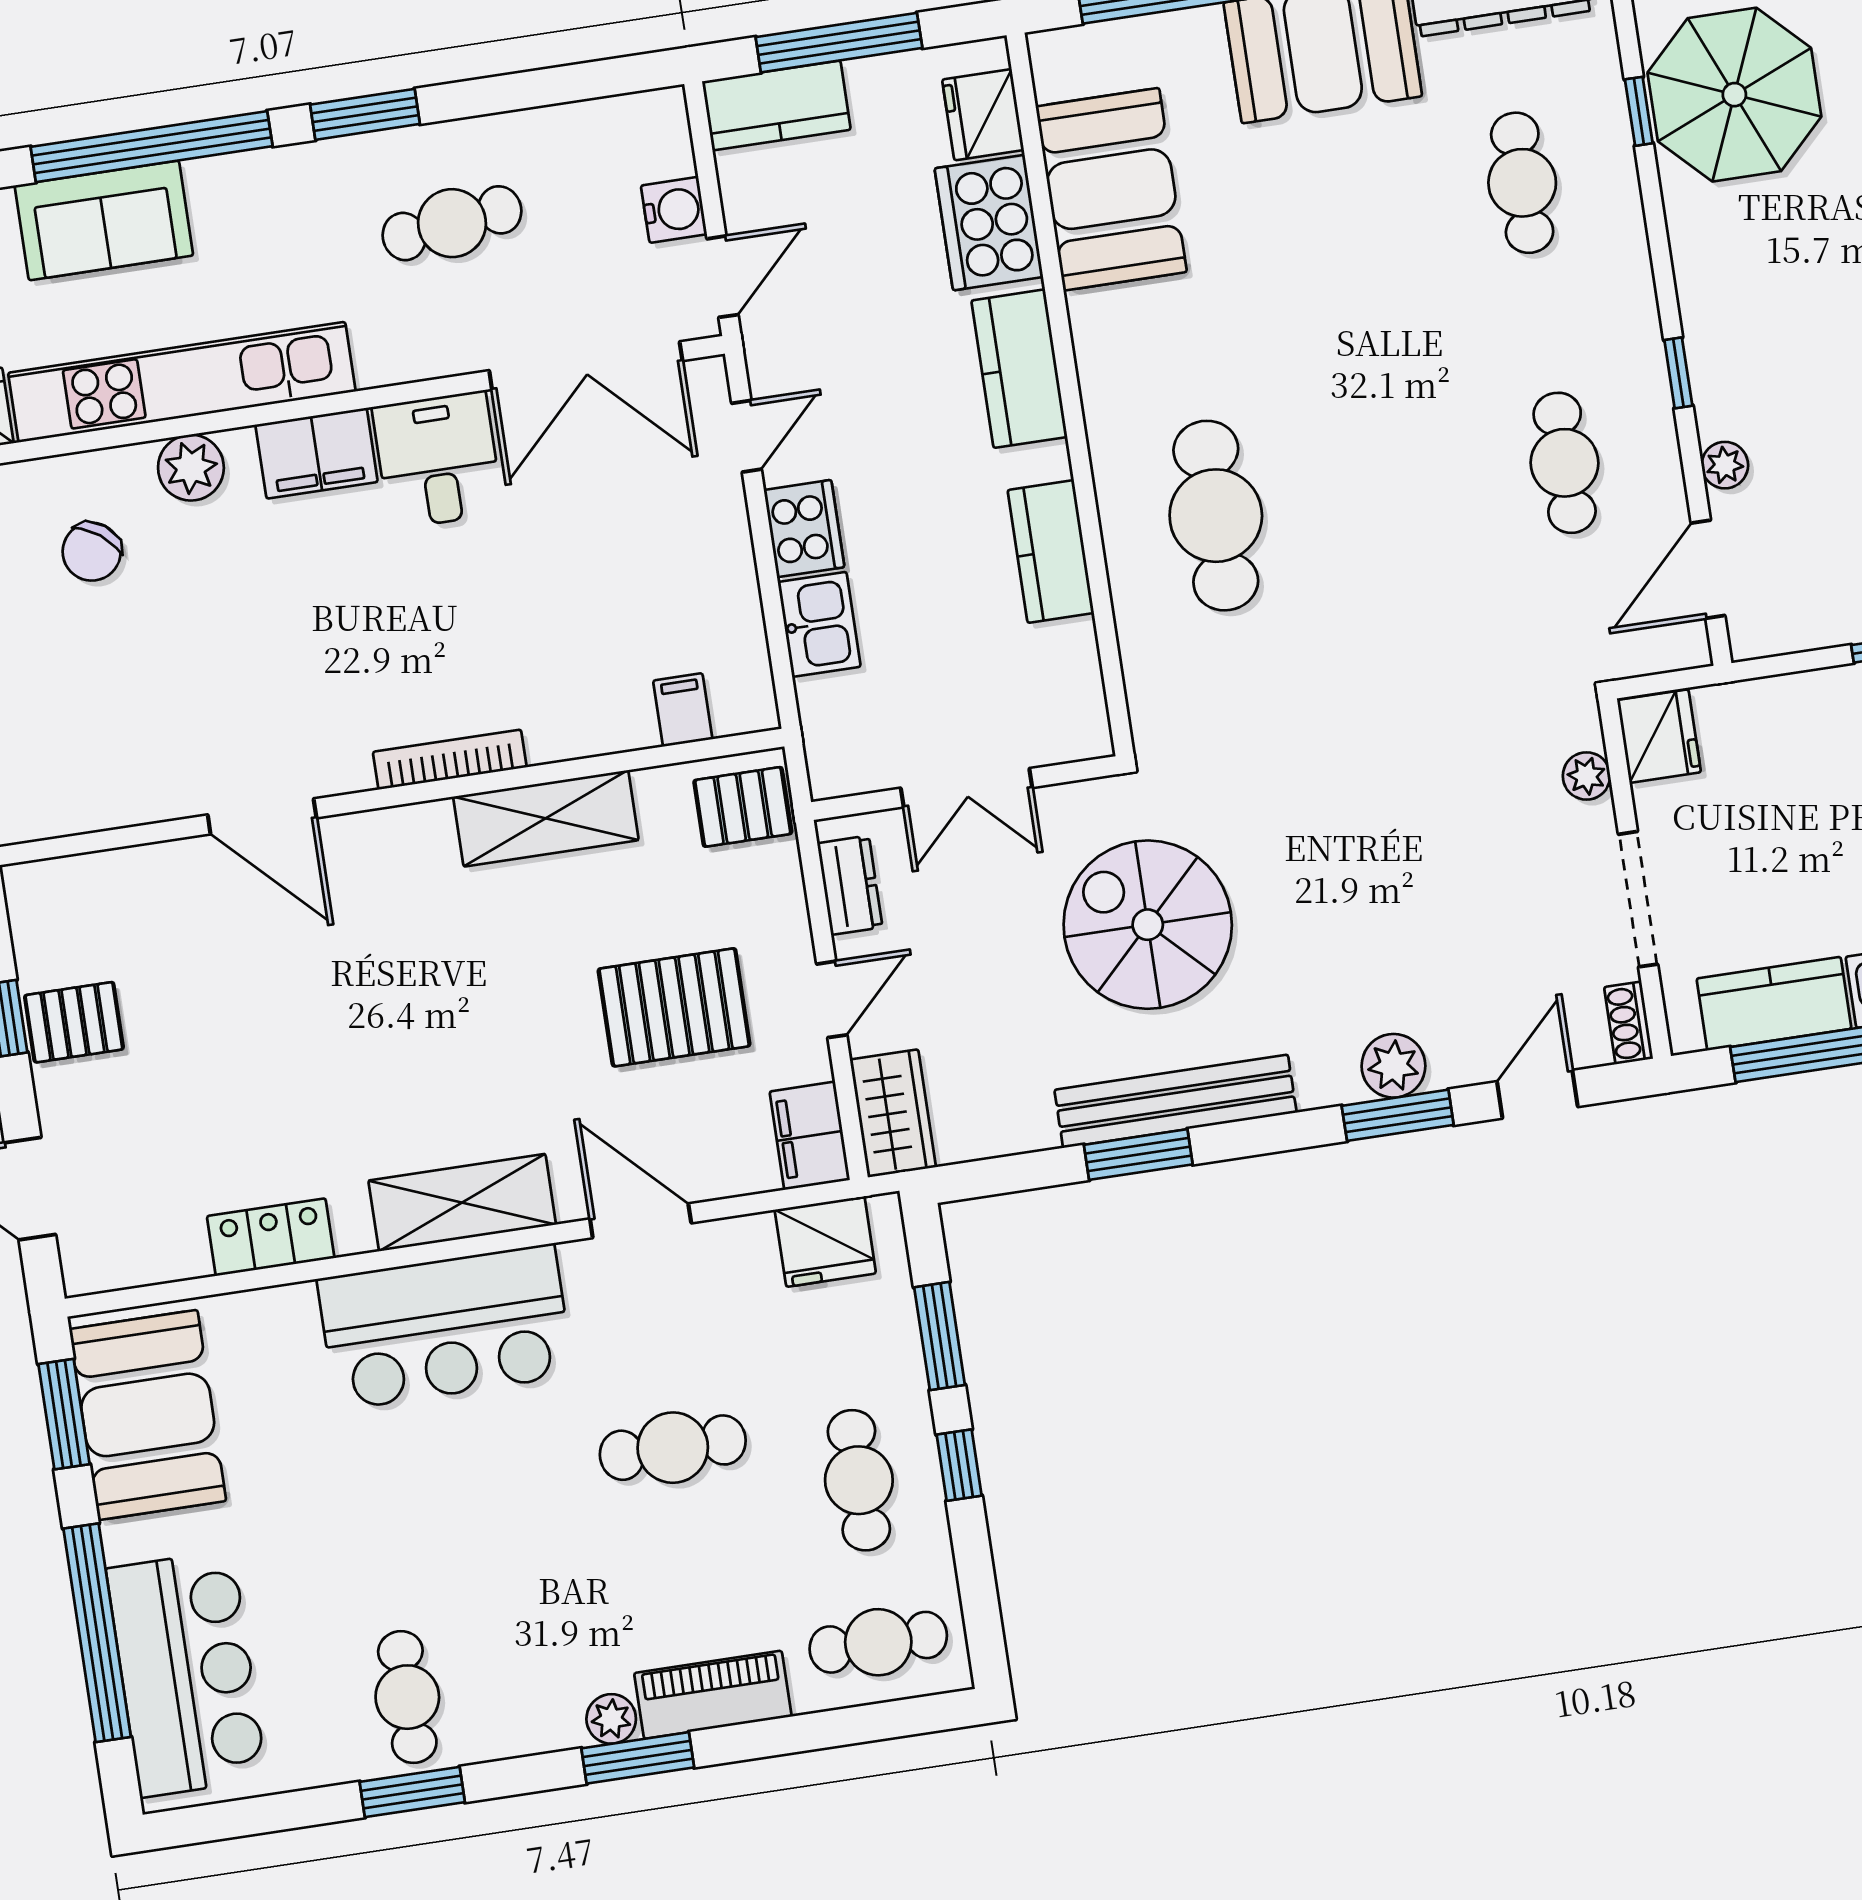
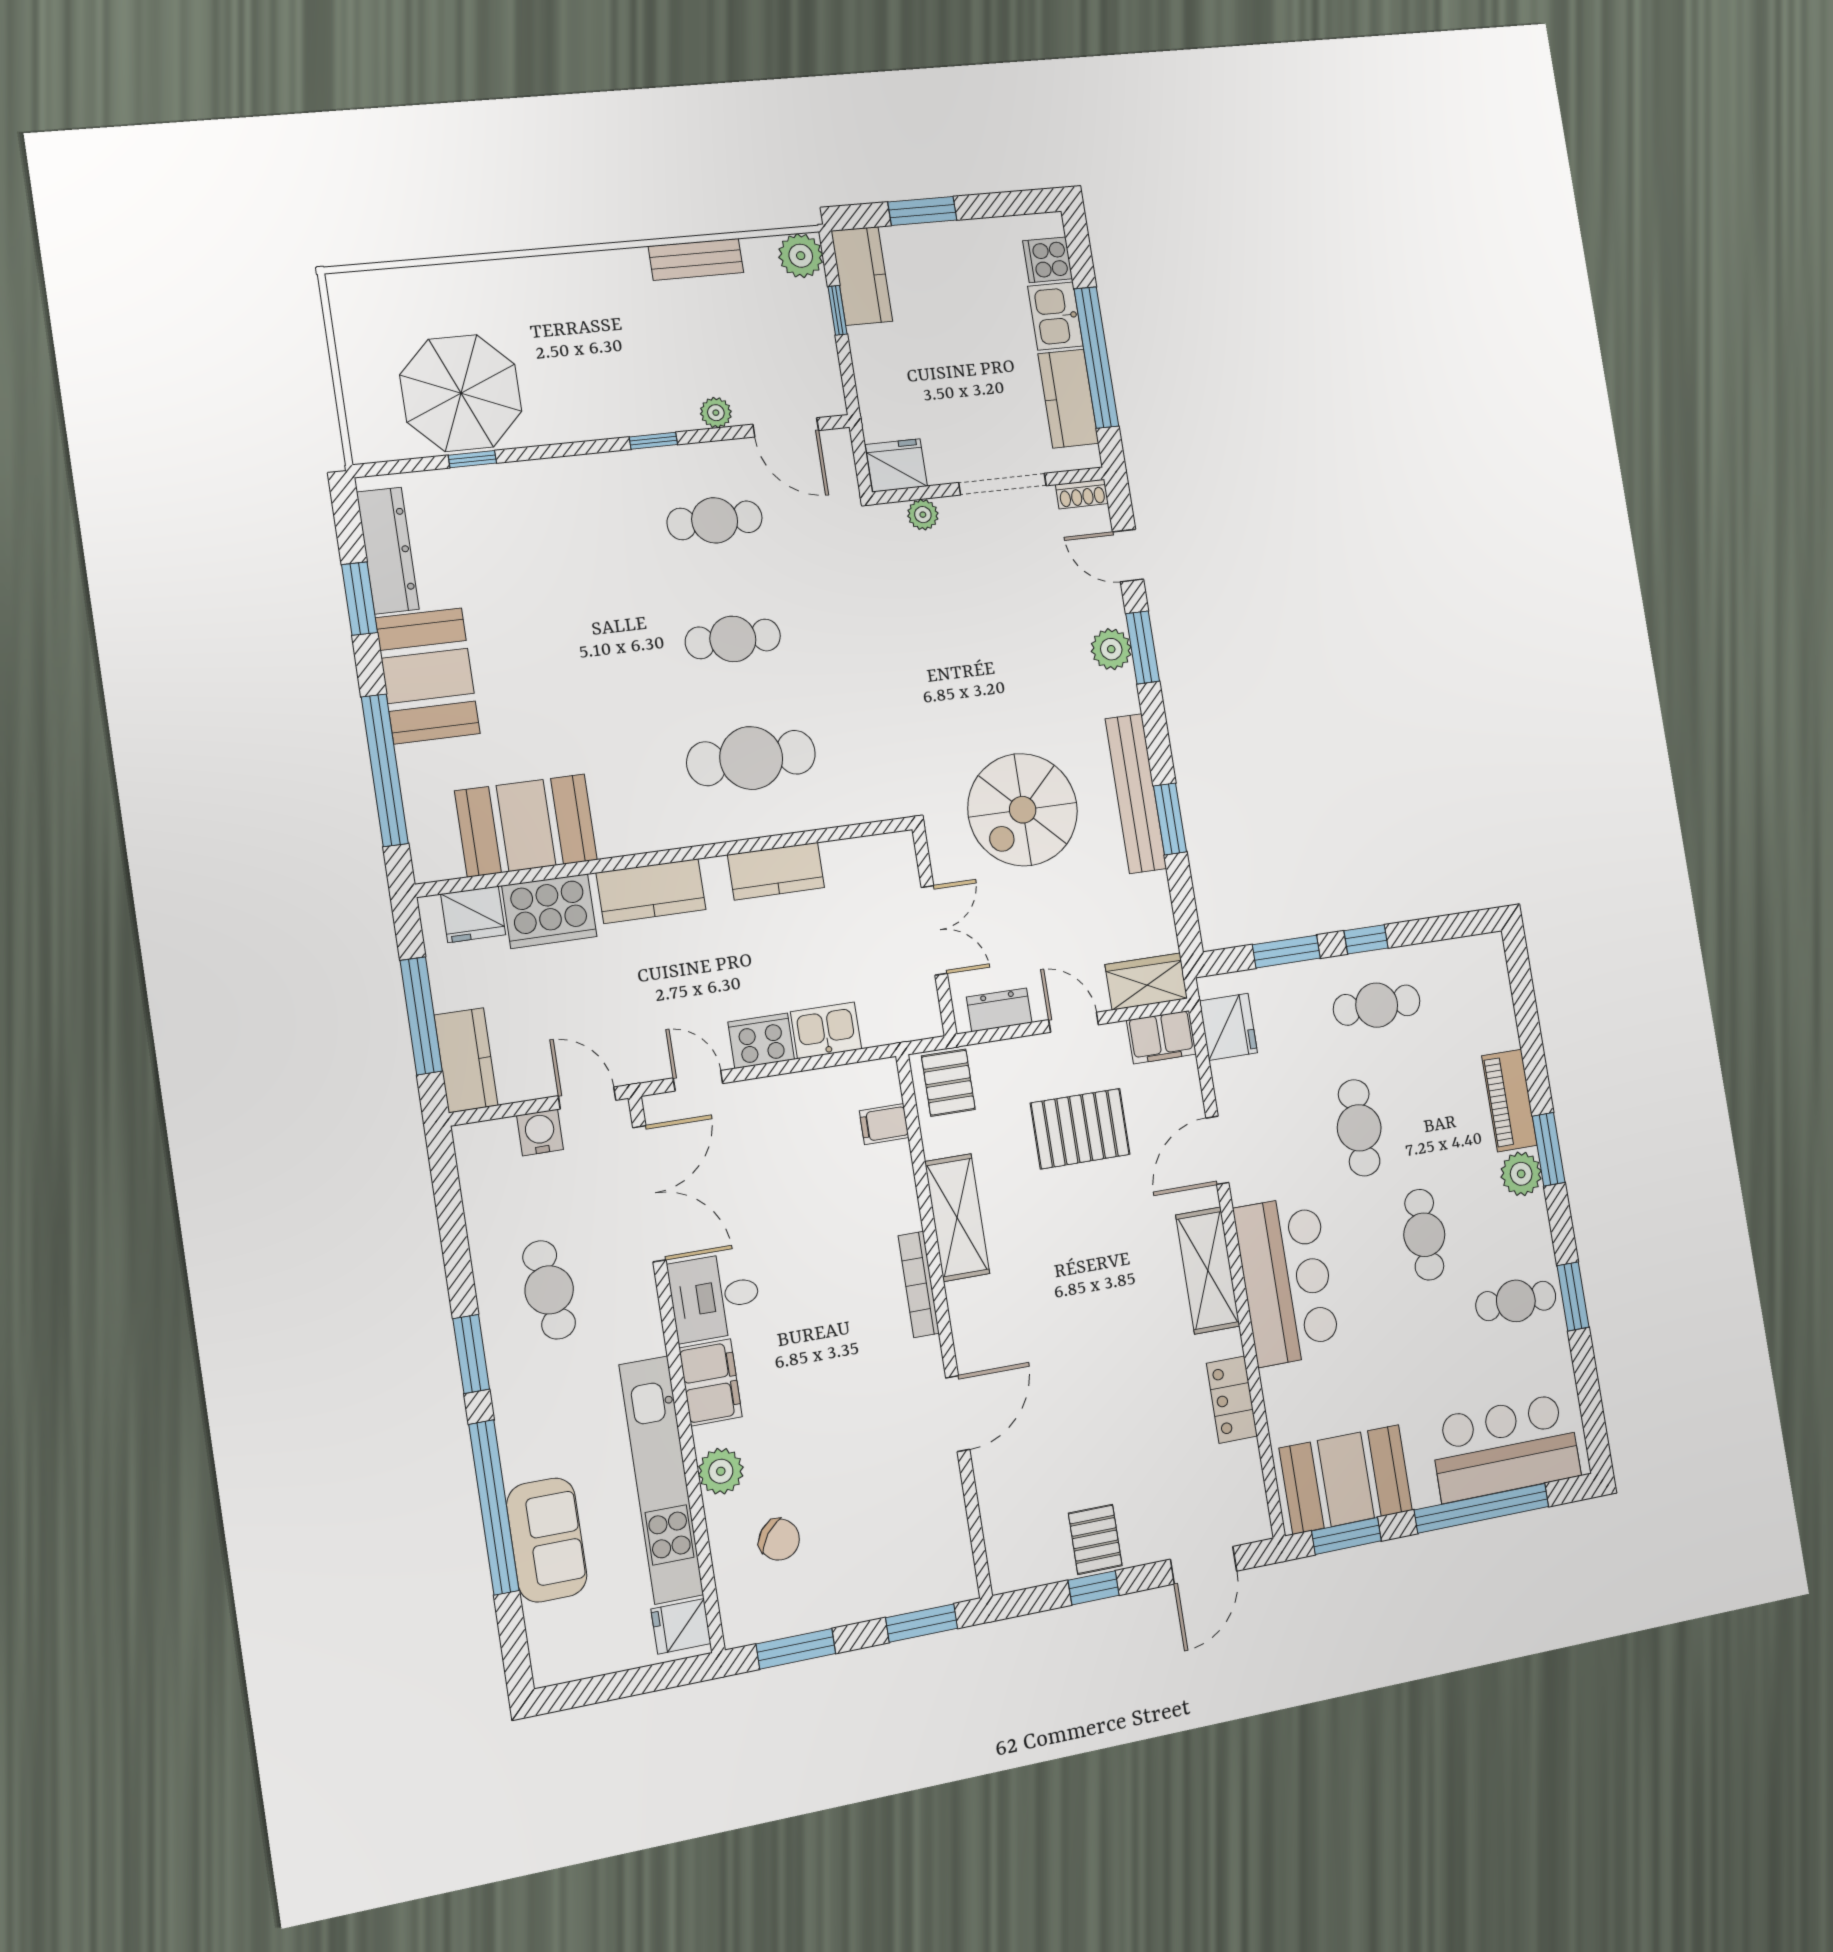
cafe table: (1522, 183) -> (733, 639), moved
pallet: (674, 1007) -> (1080, 1129), turned 90
cafe table: (878, 1642) -> (1424, 1235), moved
plant: (611, 1719) -> (1521, 1174), width x1.38, depth x1.38

